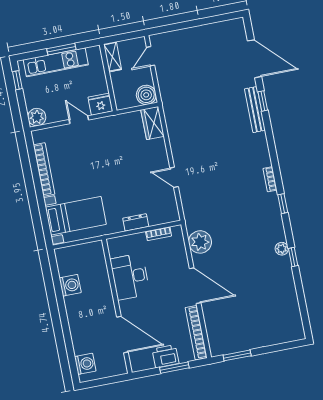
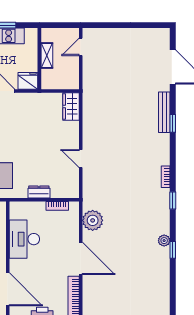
shelving: (113, 57) -> (47, 56), moved
boiler: (146, 95) -> (70, 80), removed
window: (263, 101) -> (173, 123), moved

